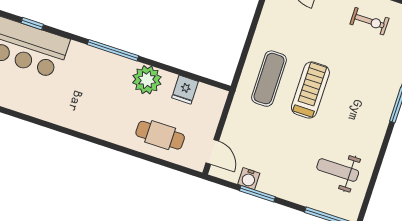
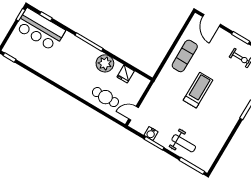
exercise mat: (269, 79) -> (185, 56), moved
door: (212, 152) -> (133, 113), swing flipped
weight bench: (338, 170) -> (184, 143), moved, turned 180

